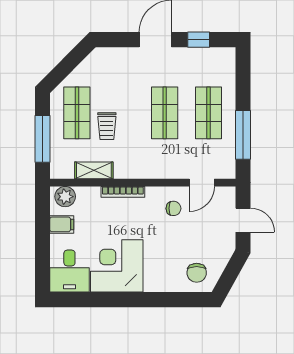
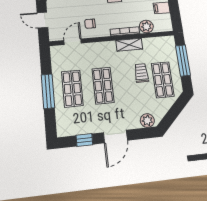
plant: (108, 57) -> (147, 120), added
window: (243, 135) -> (48, 91), moved
shelving: (94, 170) -> (129, 45), moved
plant: (65, 197) -> (146, 27), moved

